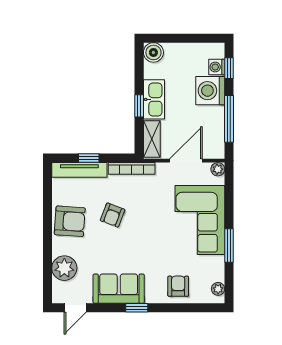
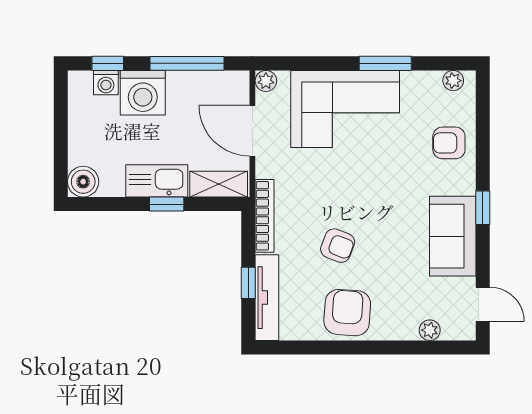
plant: (64, 268) -> (430, 330), width x0.53, depth x0.53

